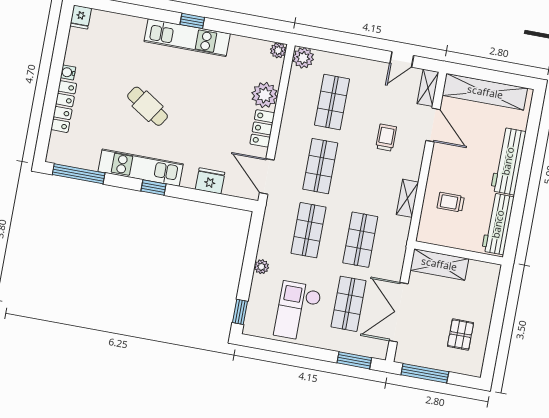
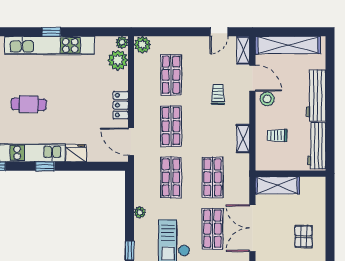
kitchen unit: (187, 38) -> (50, 45), width x1.36
plant: (265, 95) -> (118, 60), moved
cafe table: (148, 106) -> (29, 104), turned -31
stool: (447, 154) -> (267, 99), added
fridge: (210, 181) -> (76, 153), moved

